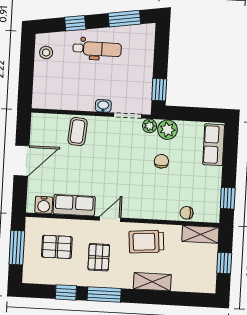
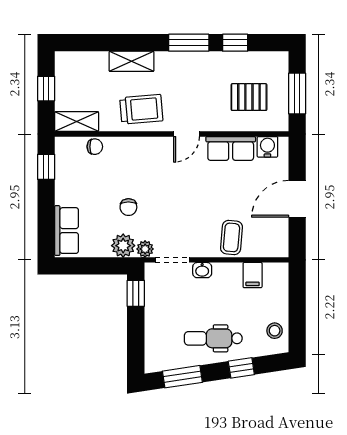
filing cabinet: (62, 99) -> (253, 275), added
pallet: (99, 257) -> (198, 87), removed

